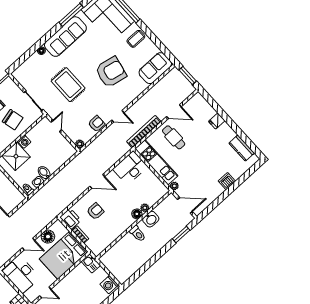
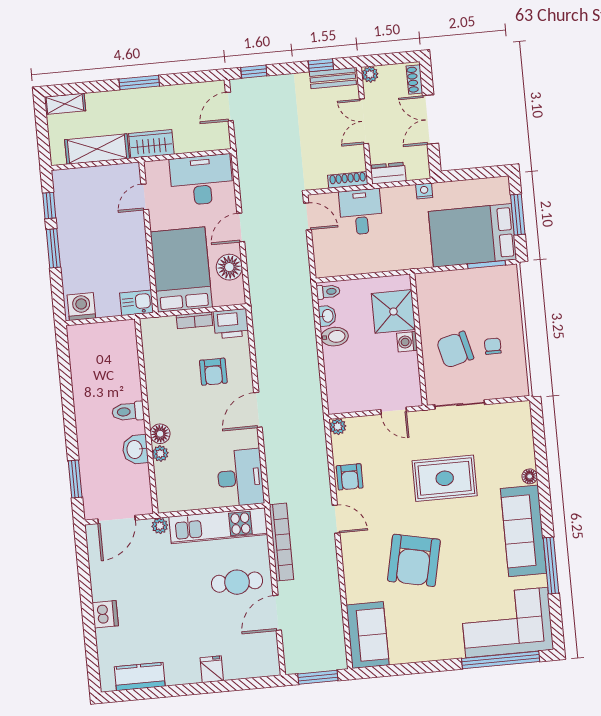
coffee table: (136, 39) -> (437, 639), removed
door: (118, 116) -> (336, 519), swing flipped

